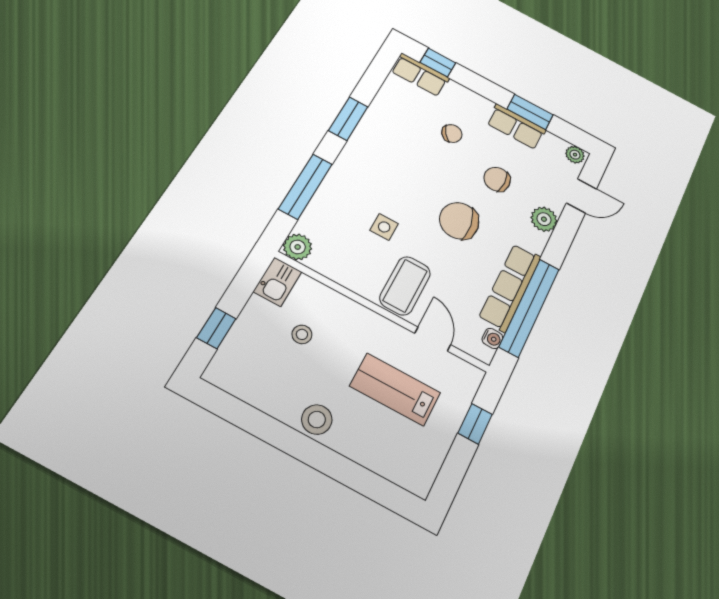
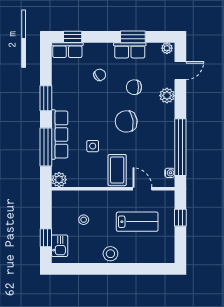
kitchen sink: (278, 282) -> (60, 246), moved
row of seats: (510, 287) -> (60, 135), moved, turned 180
lab bench: (395, 389) -> (137, 222), turned 180

